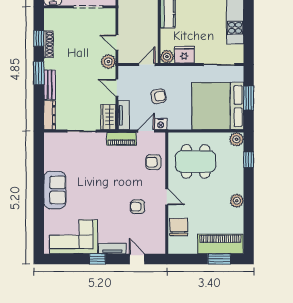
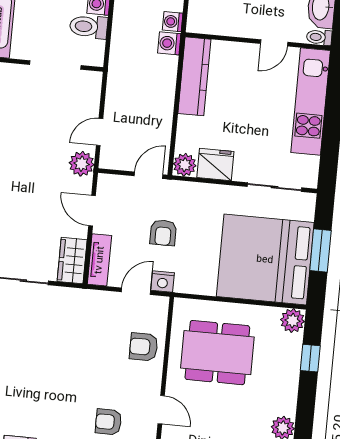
door: (117, 43) -> (100, 132), hinge flipped
armchair: (158, 96) -> (163, 233), turned 101
piano: (121, 139) -> (92, 301), removed

